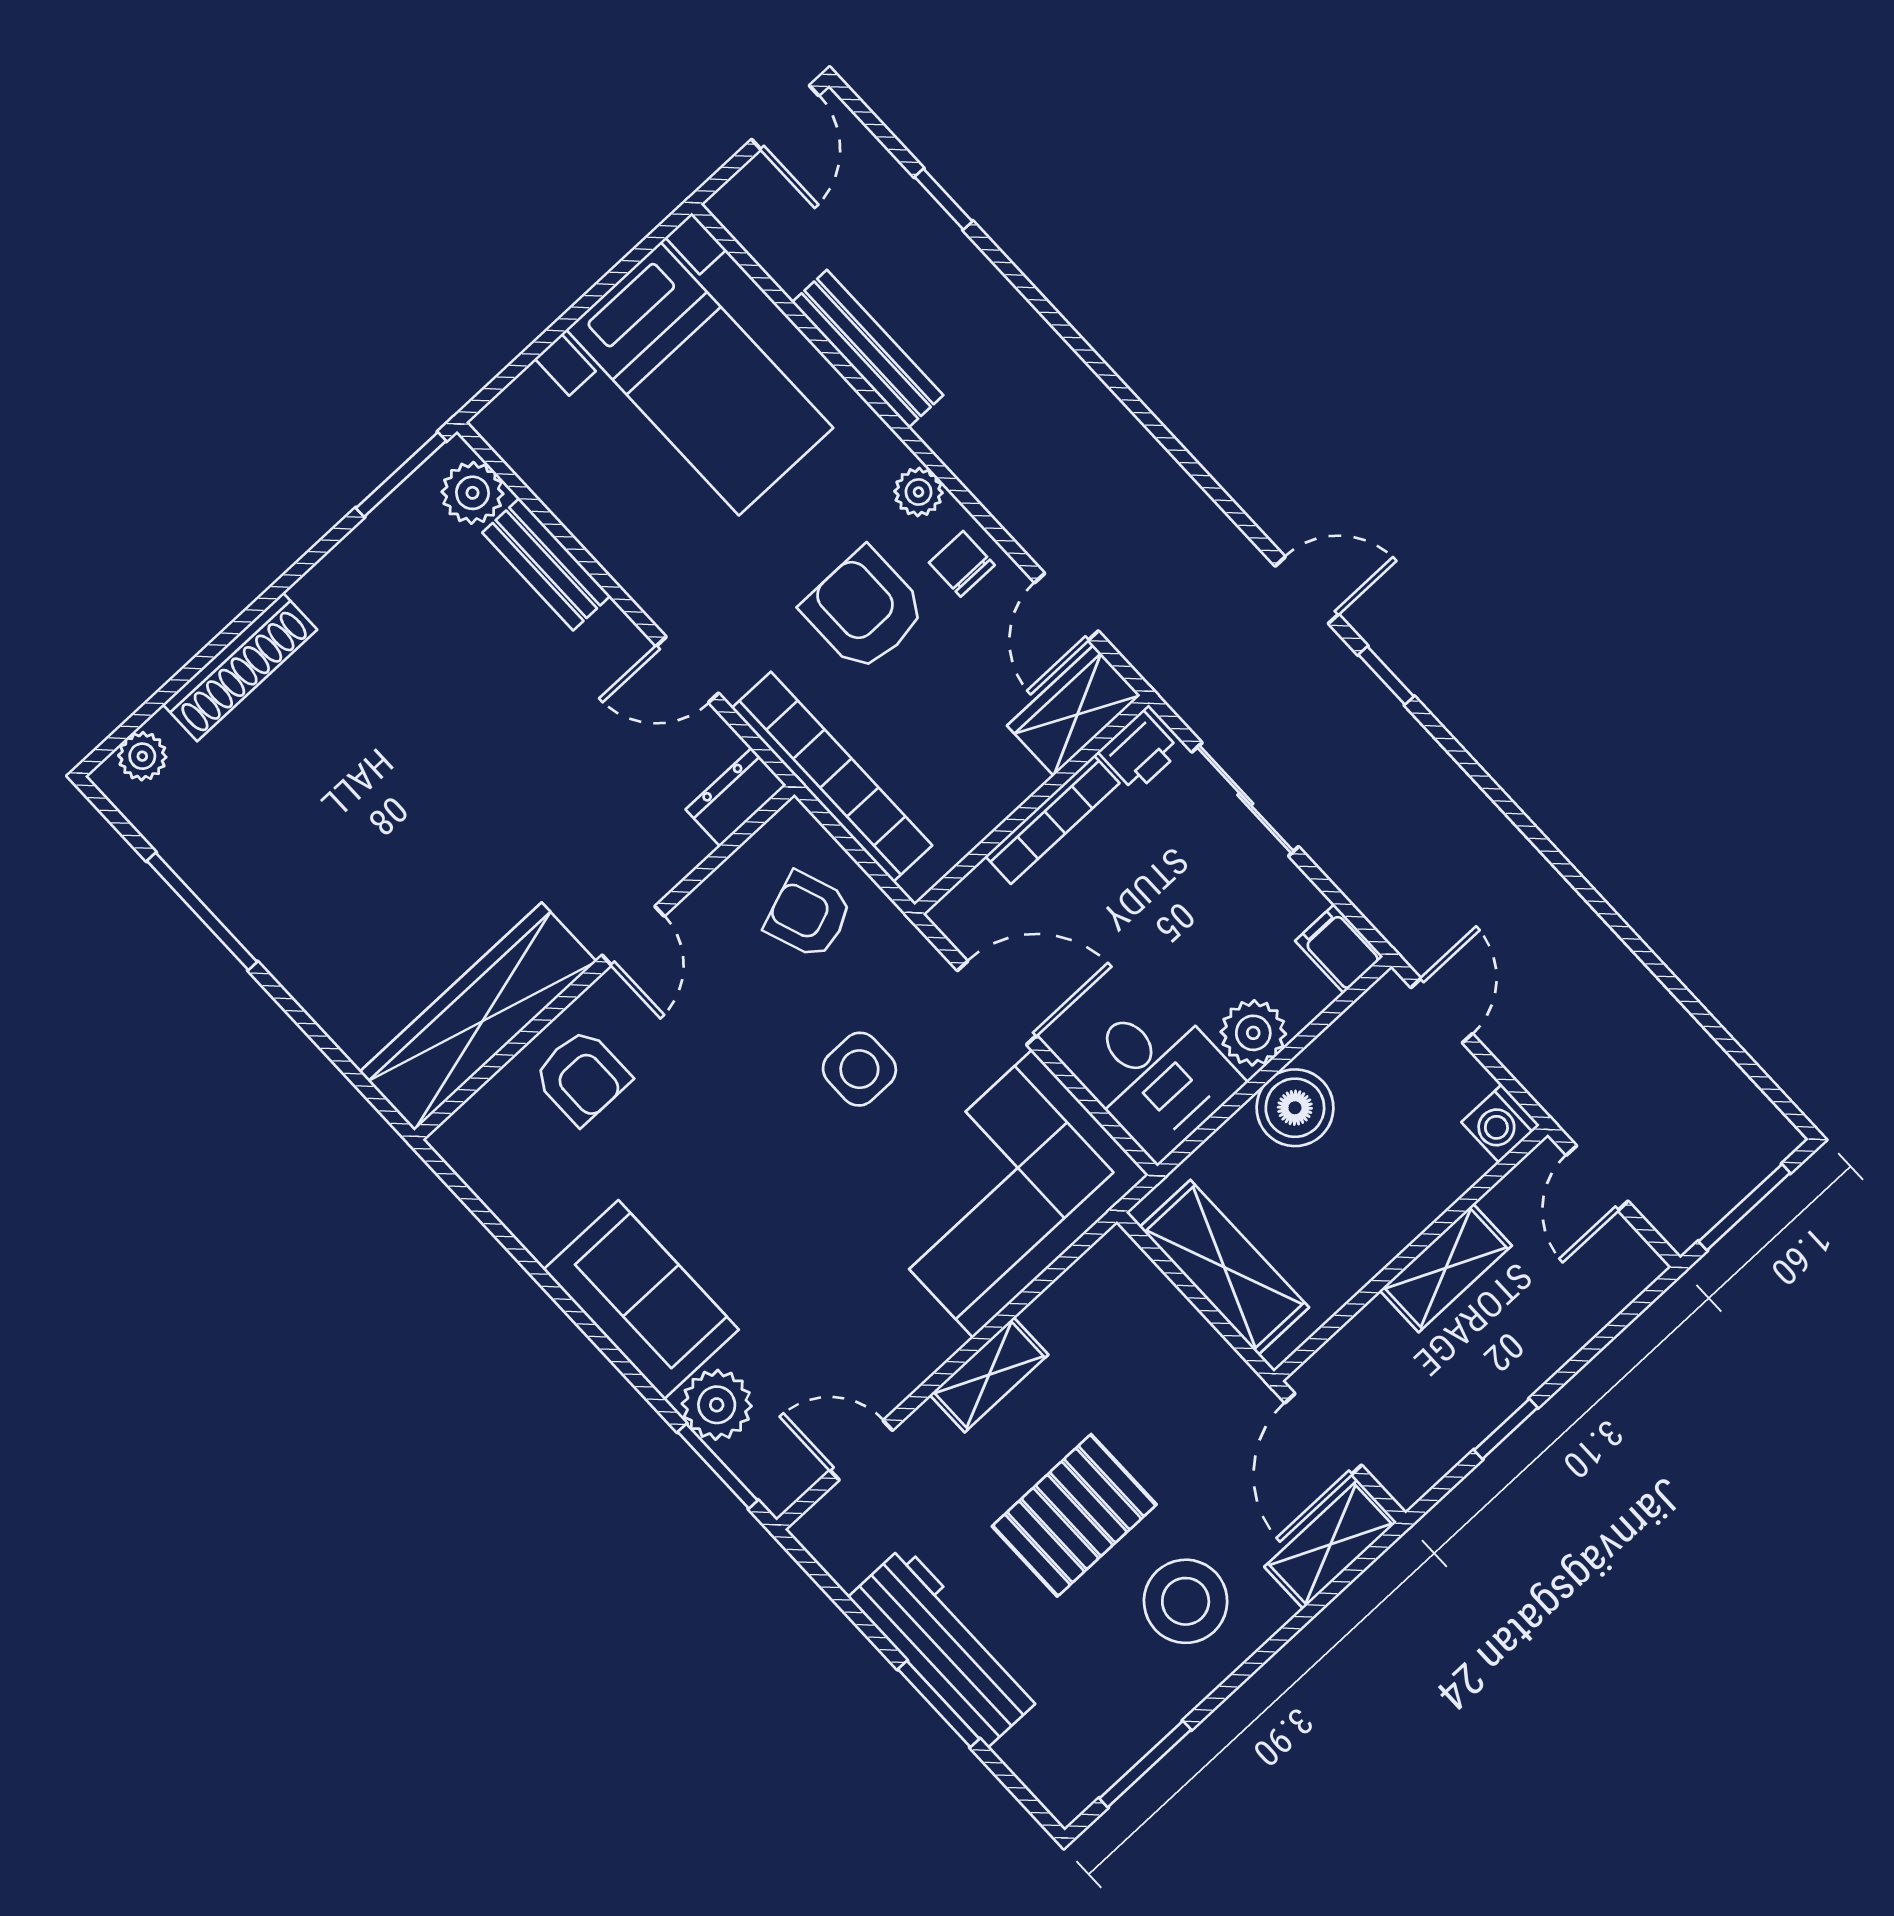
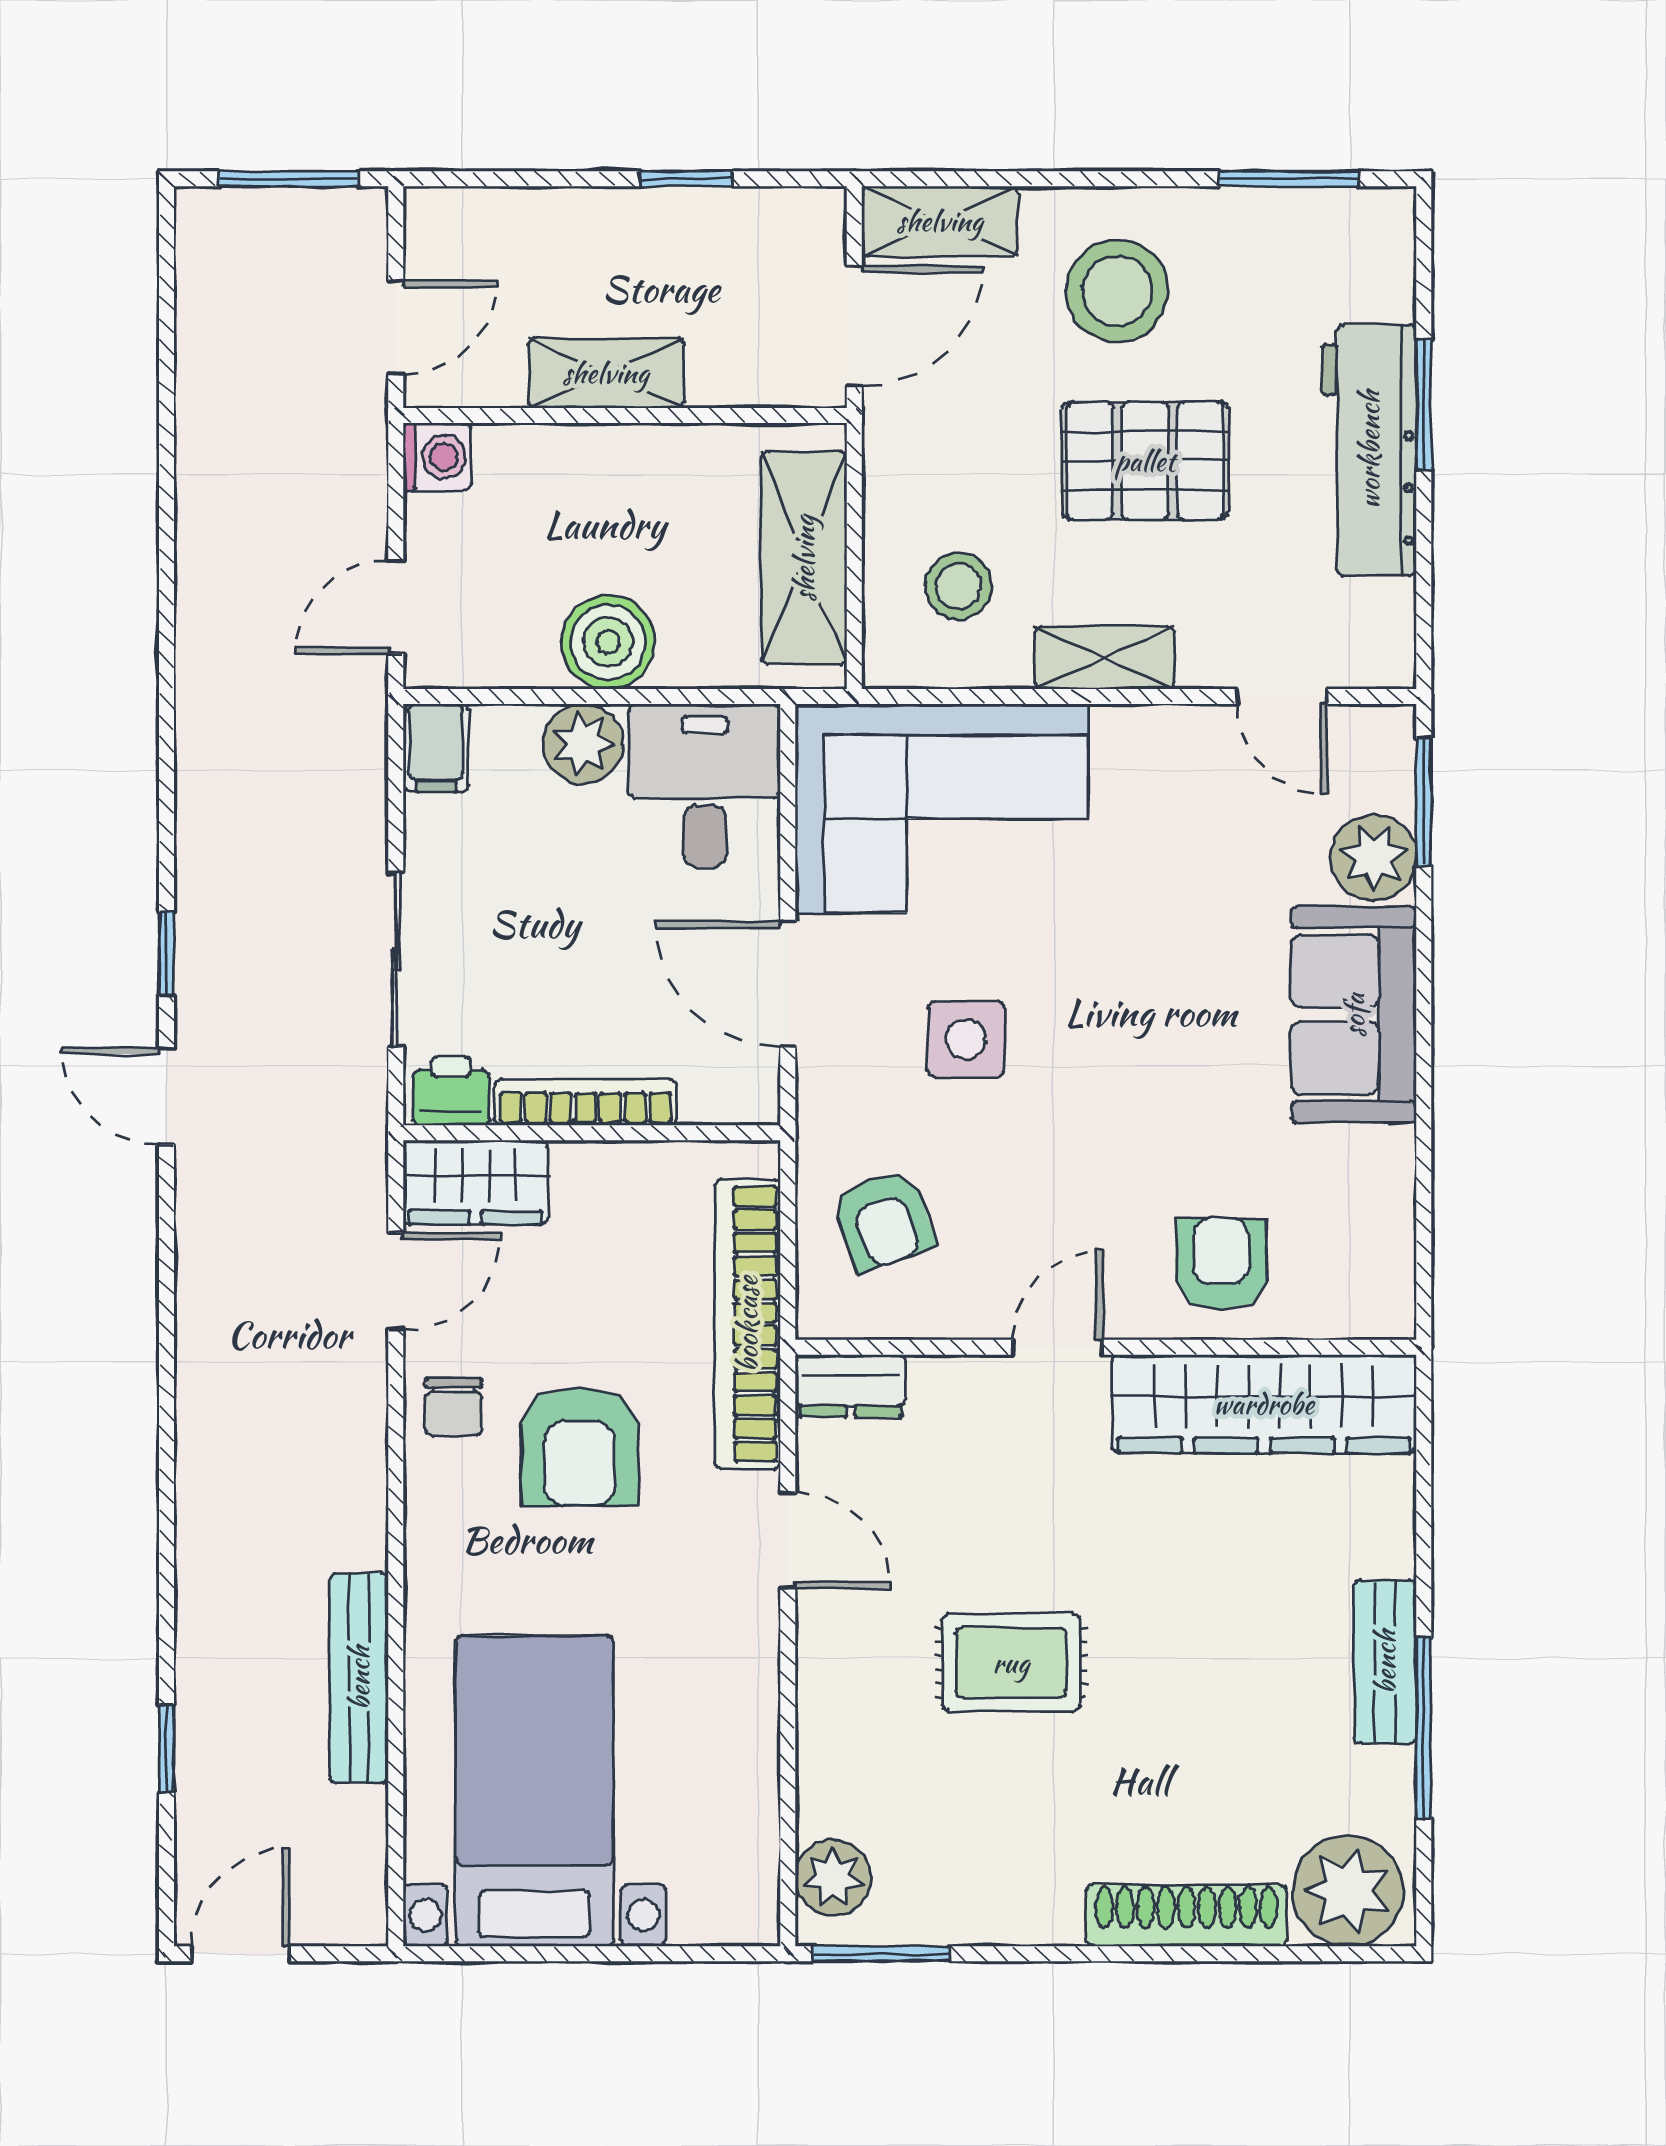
plant: (918, 492) -> (433, 1507), removed
bench: (546, 564) -> (1385, 1662), moved
rug: (486, 721) -> (1011, 1663), added
plant: (142, 756) -> (1348, 1891), width x1.88, depth x1.88
stool: (1116, 1336) -> (958, 586), added

